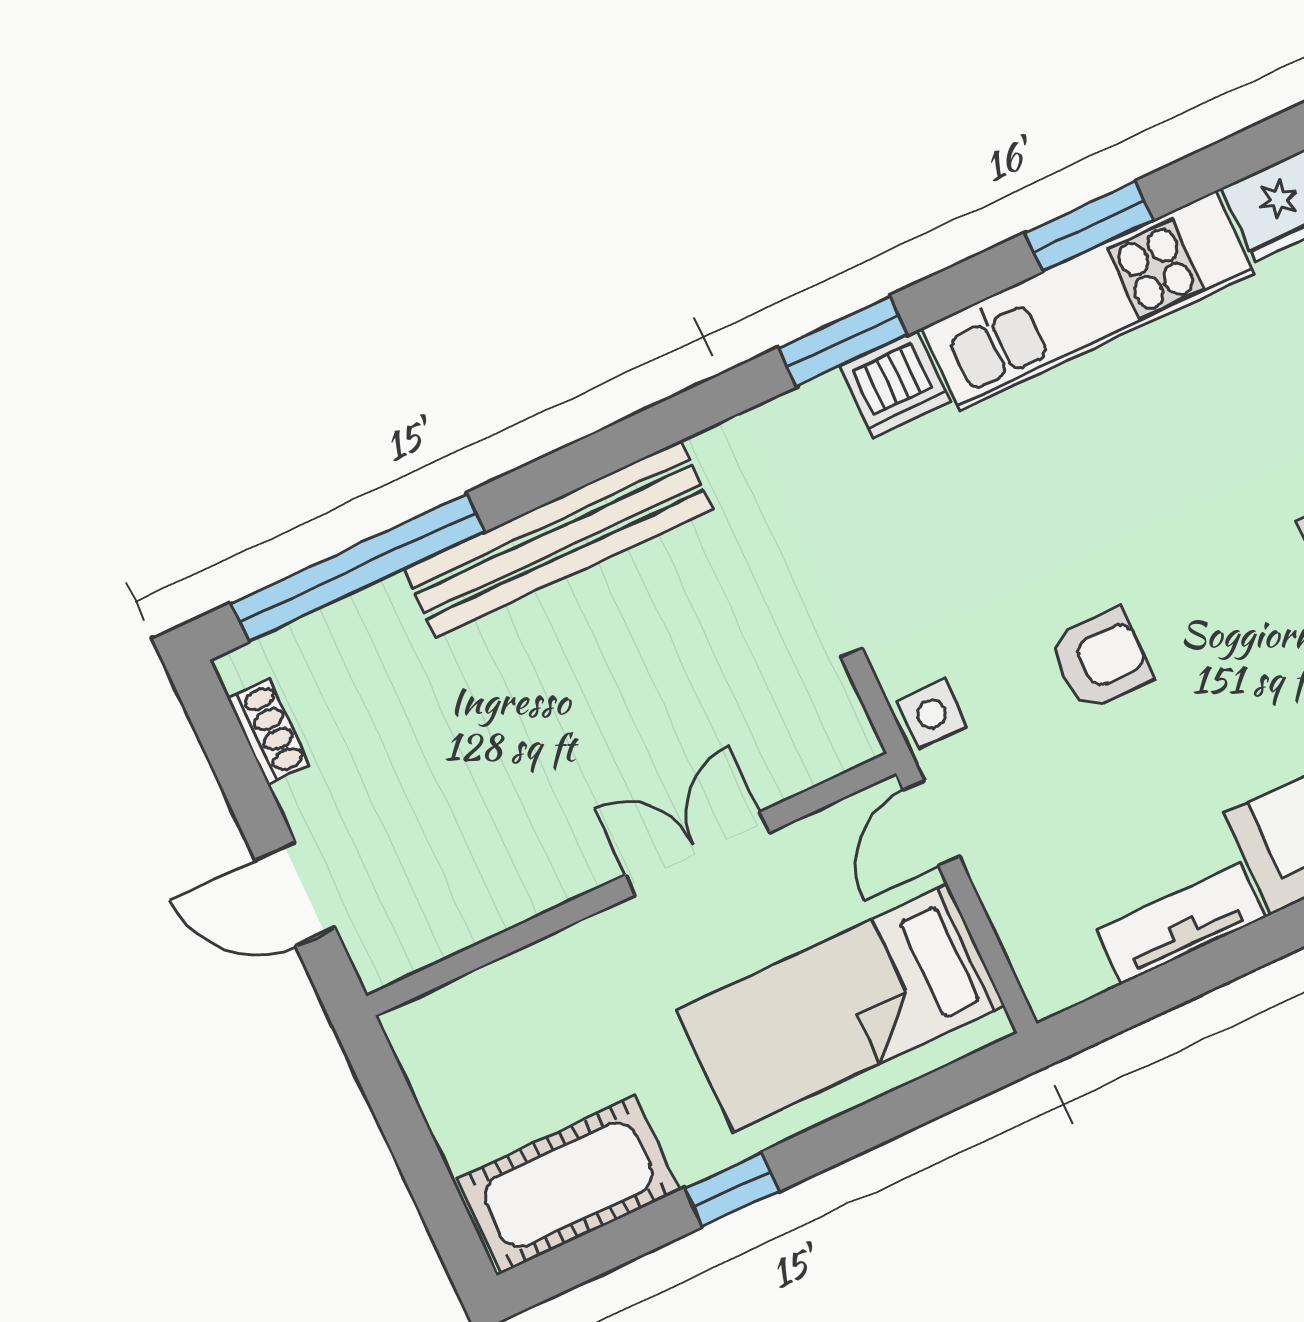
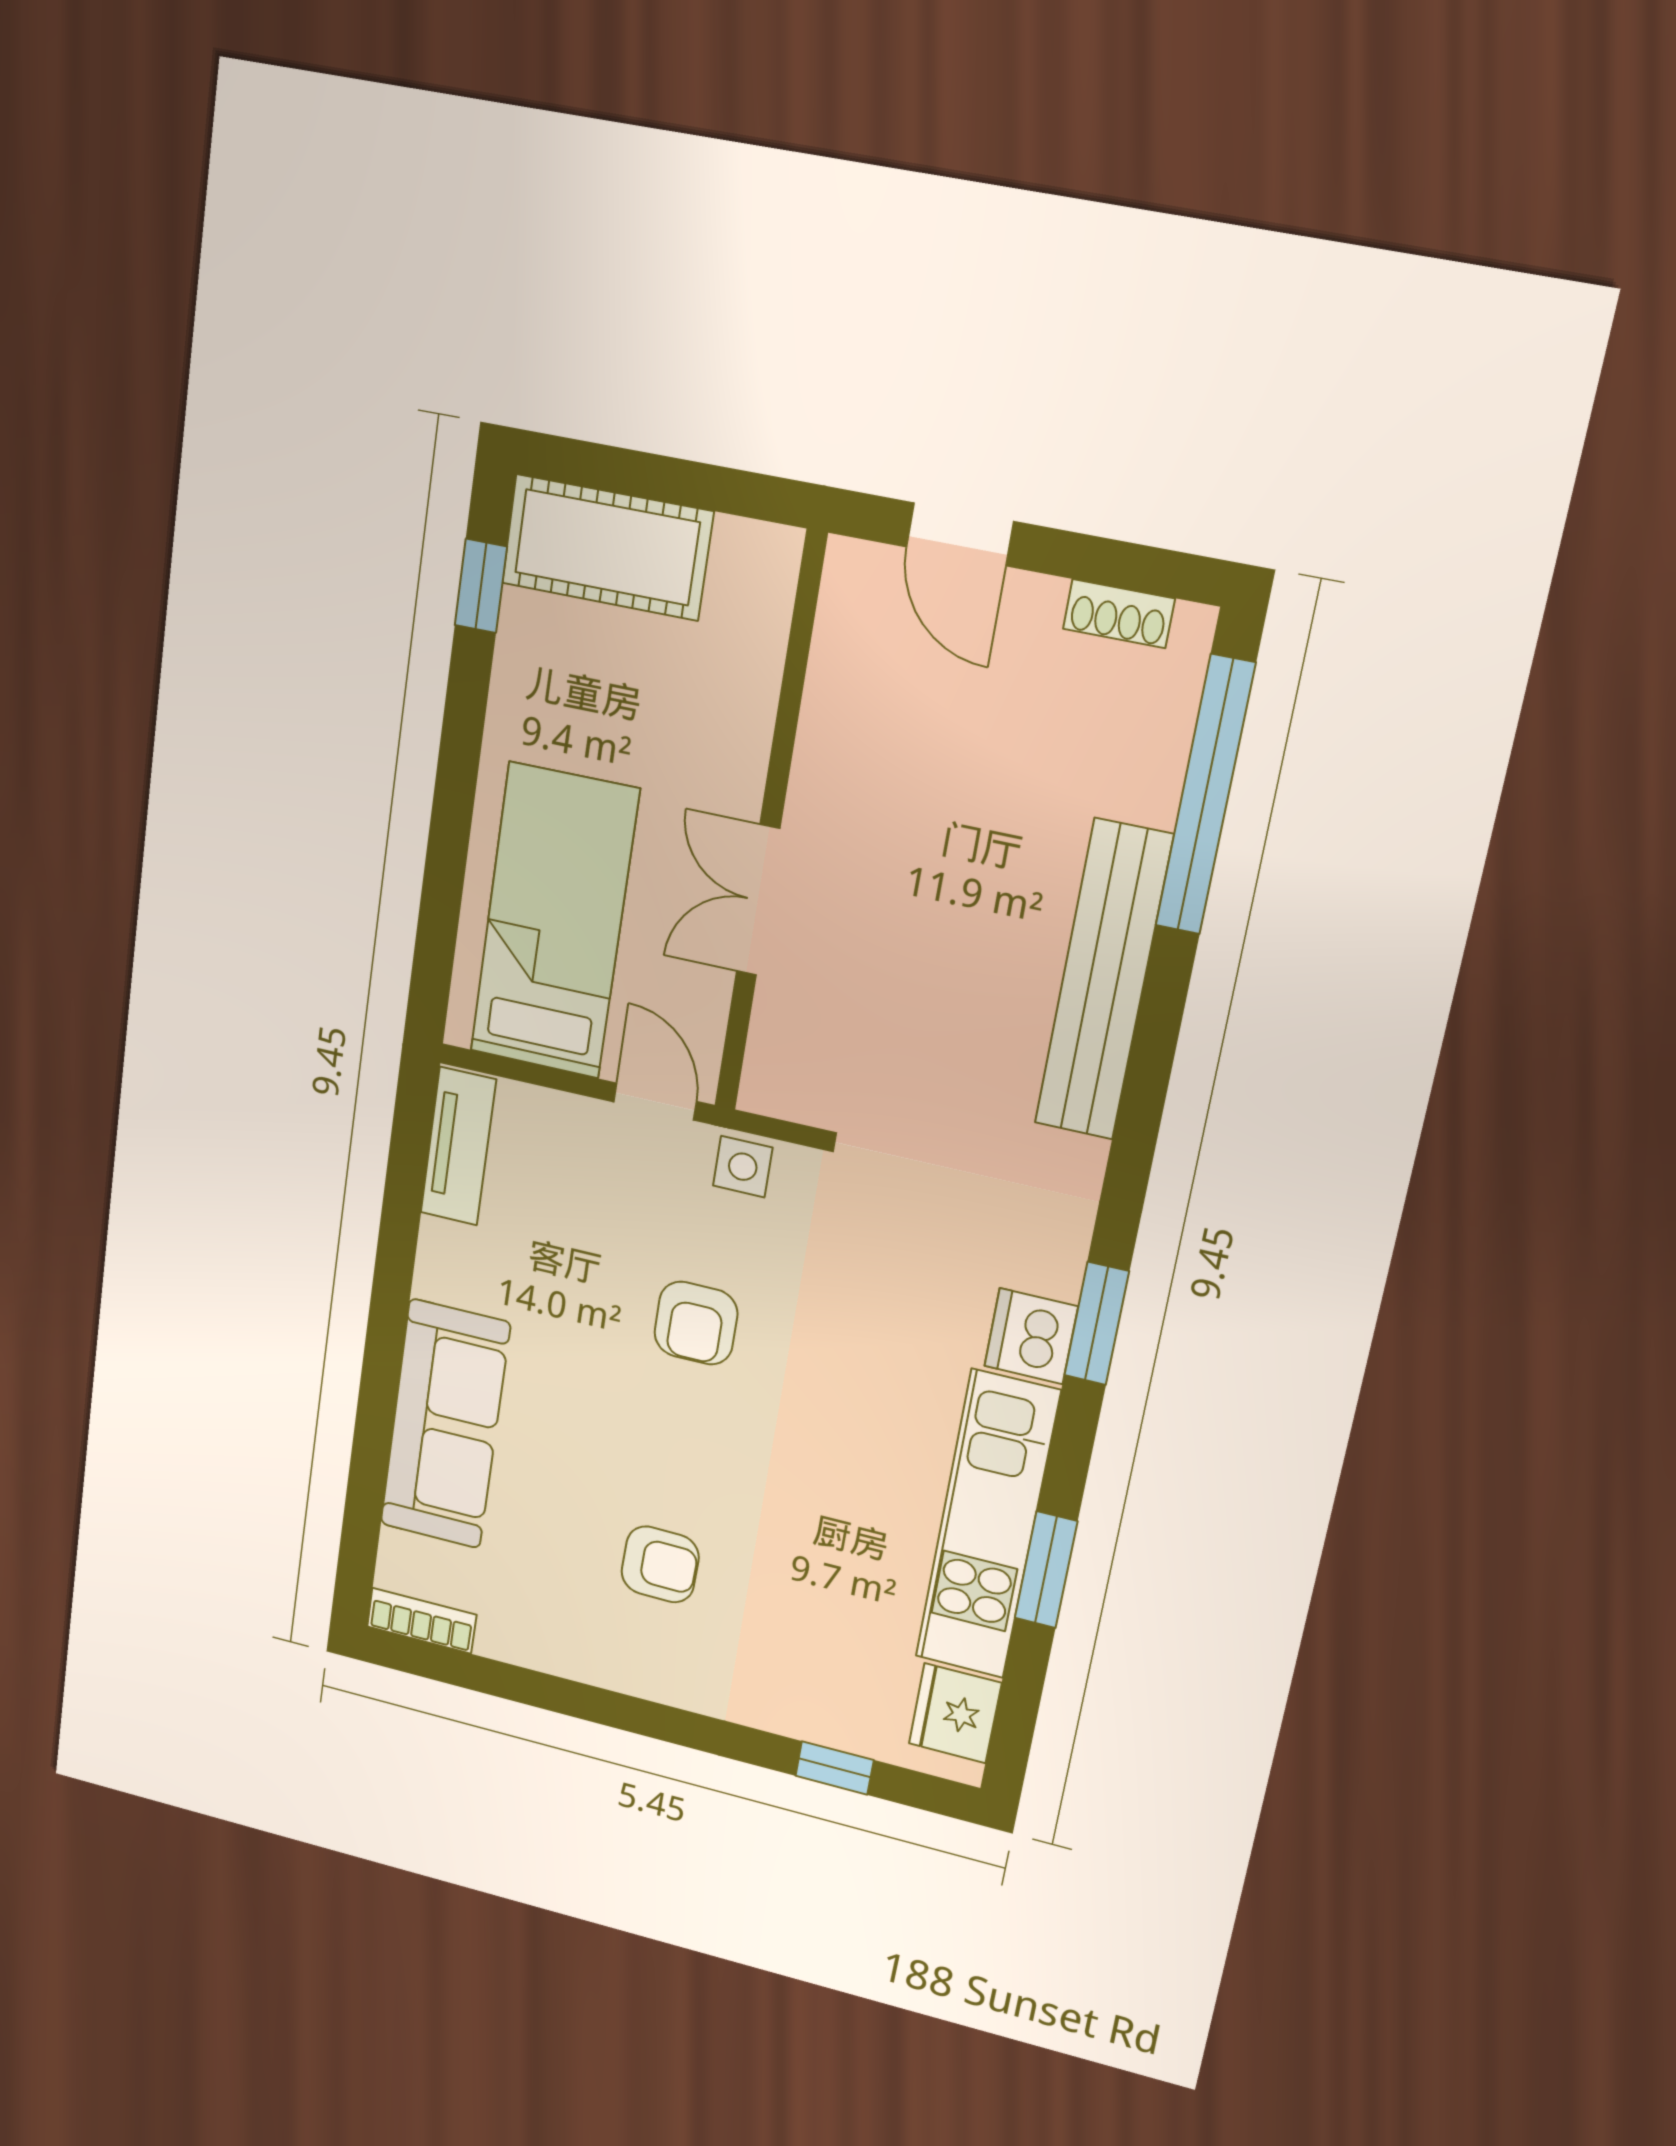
double door: (697, 854) -> (758, 900), swing flipped
door: (295, 894) -> (960, 534), swing flipped
tv unit: (1181, 923) -> (458, 1146), moved
cot: (568, 1185) -> (607, 547), moved, turned 90
window: (732, 1189) -> (481, 586), moved

